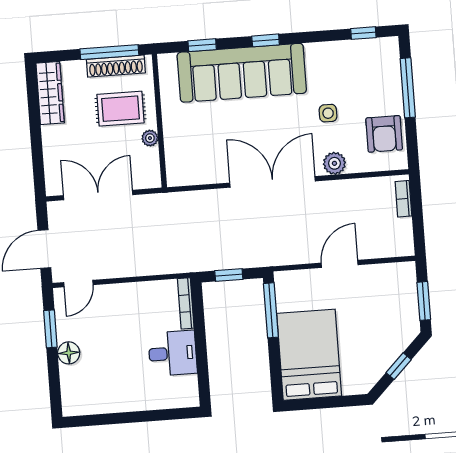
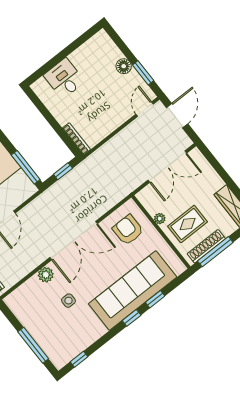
window: (202, 45) -> (155, 299), moved
armchair: (384, 134) -> (128, 230), moved
desk: (173, 353) -> (64, 78), moved, turned 90

